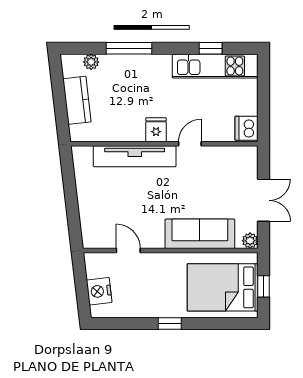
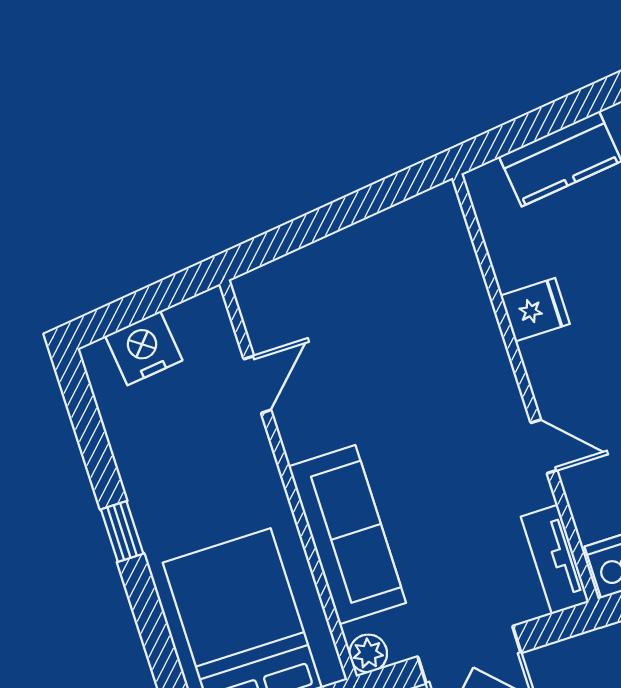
fridge: (156, 130) -> (535, 310), moved
tv unit: (135, 156) -> (555, 559), moved, width x0.52, depth x0.78

